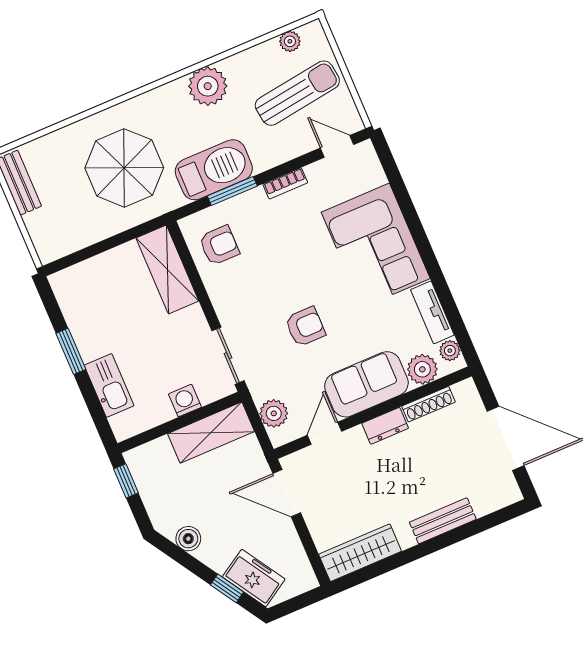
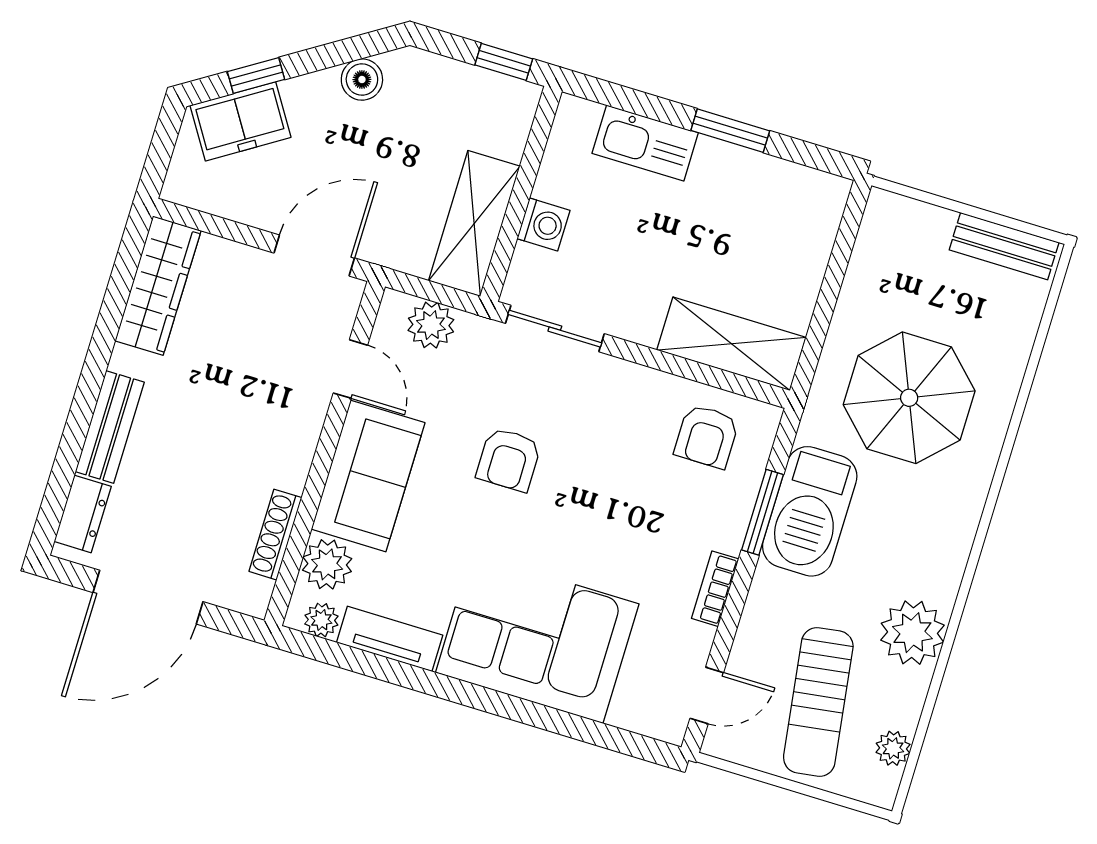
plant: (208, 86) -> (912, 633), moved
dresser: (385, 426) -> (83, 514), moved, turned 180

